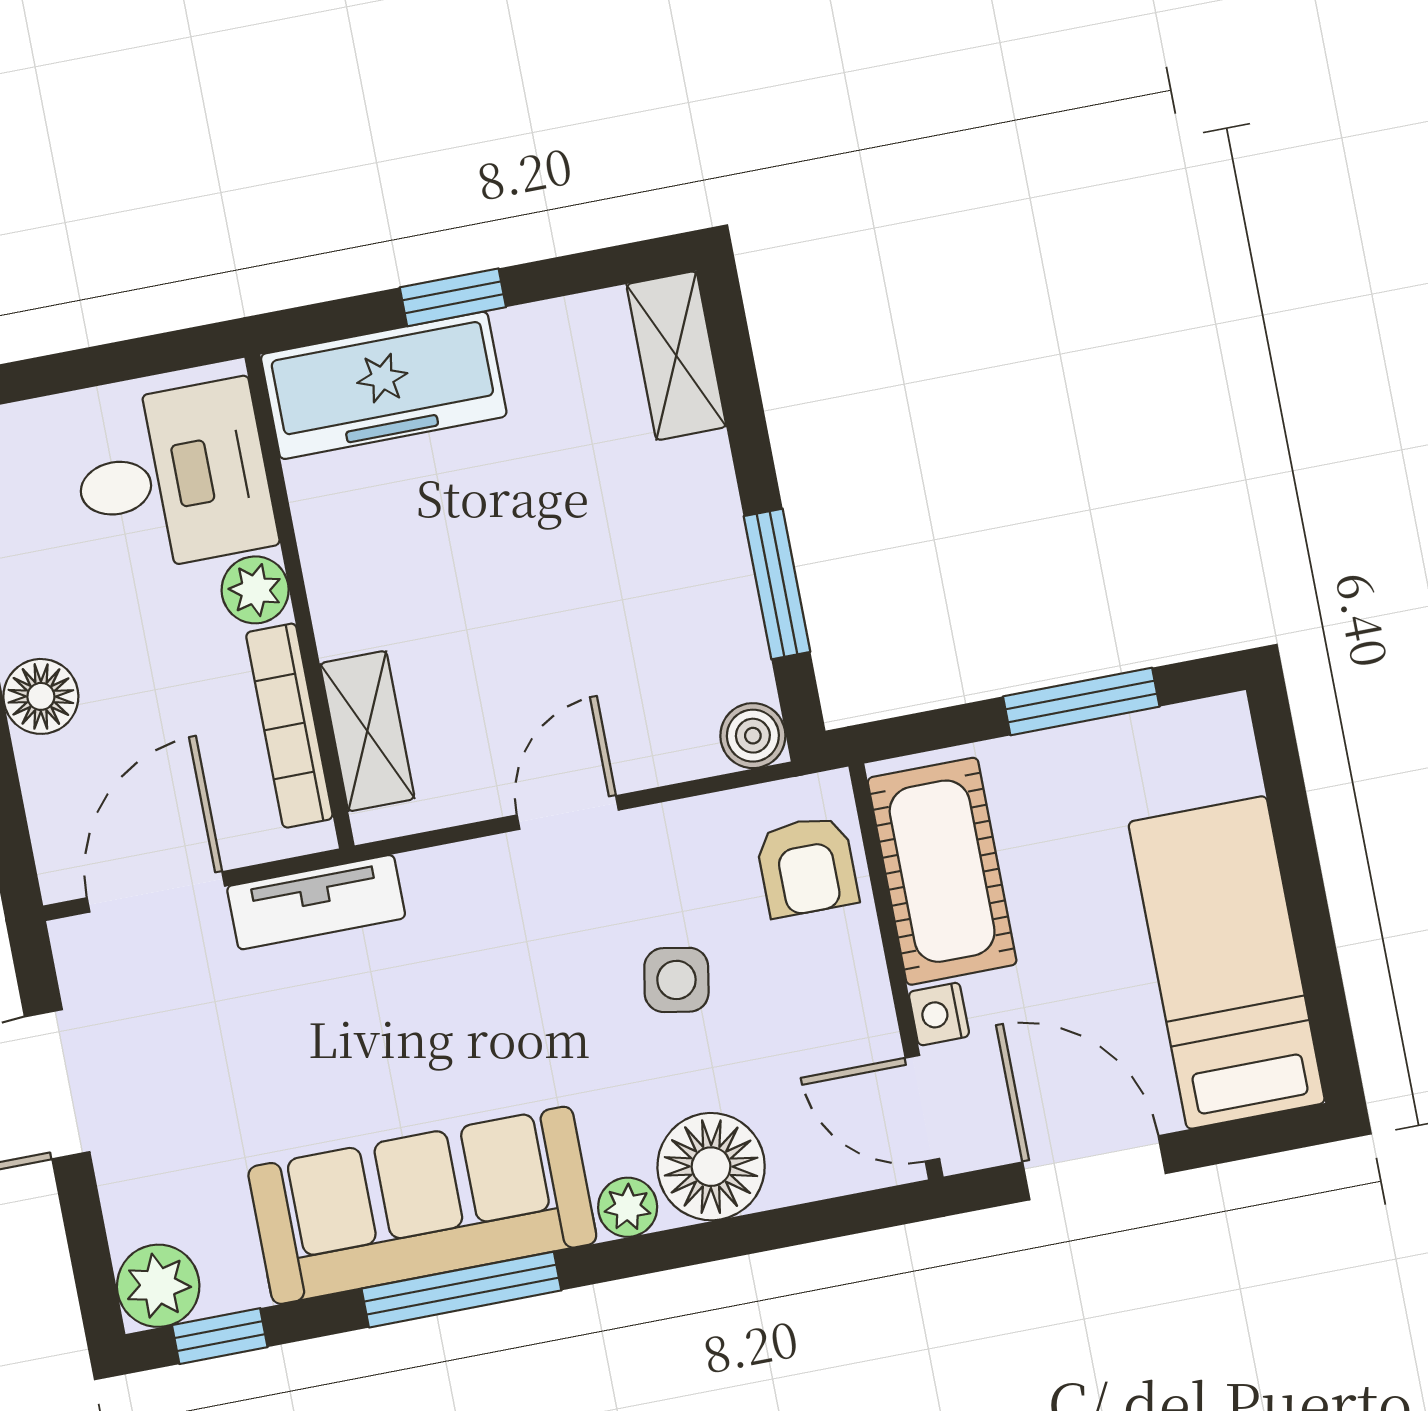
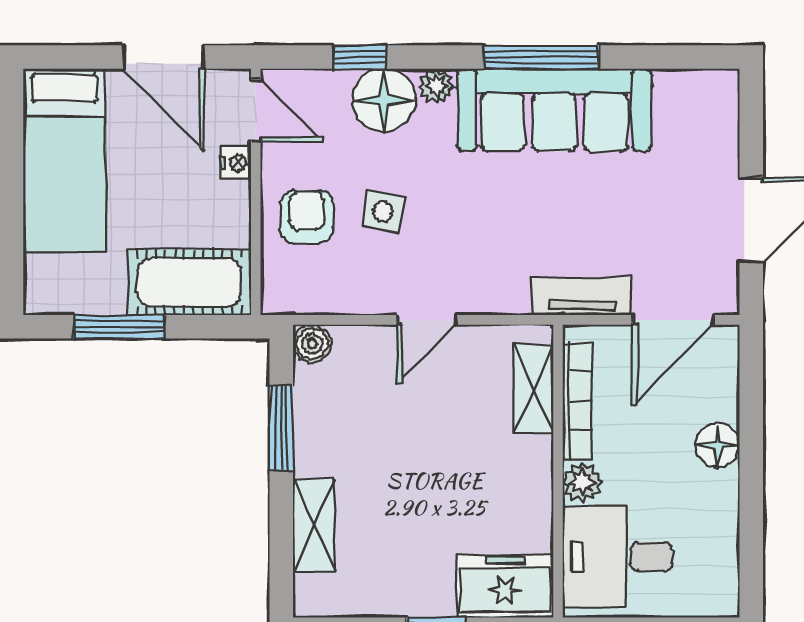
shelving: (676, 356) -> (314, 526), moved
freezer: (384, 385) -> (505, 586), width x0.71
armchair: (807, 866) -> (307, 217), moved
cot: (942, 871) -> (189, 282), moved, turned 90
plant: (158, 1286) -> (715, 93), removed
window: (220, 1336) -> (359, 57), moved

